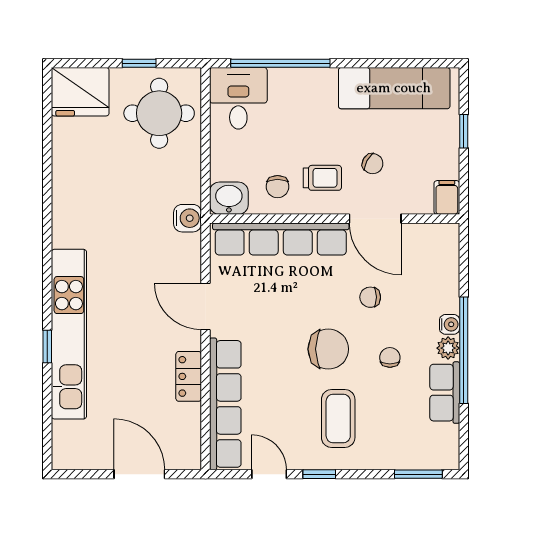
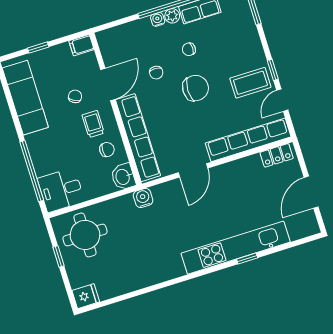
fridge: (80, 92) -> (86, 296), width x0.53, depth x0.75
chair: (328, 349) -> (196, 88), turned 90
locker: (189, 376) -> (277, 155), moved
coffee table: (338, 418) -> (250, 83), moved
door: (139, 474) -> (311, 192), moved

